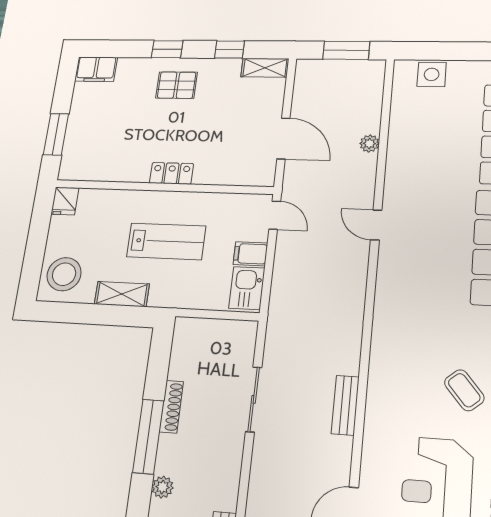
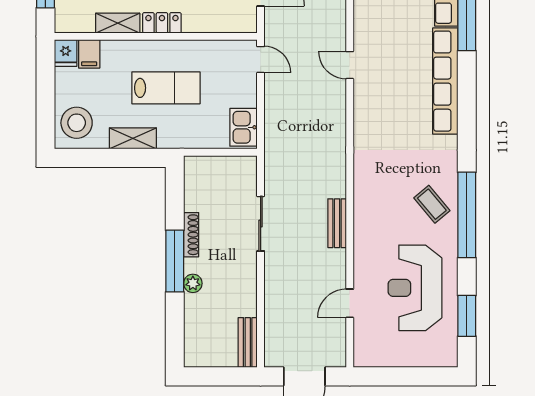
shelving: (125, 172) -> (118, 23), added
filing cabinet: (250, 254) -> (89, 54), moved, turned -90
plant: (162, 487) -> (193, 283), moved

